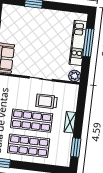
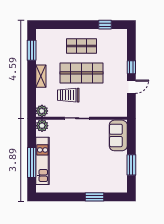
plant: (73, 90) -> (42, 111), added
trolley: (46, 101) -> (68, 95), turned 180
shop shelf: (29, 146) -> (82, 46), width x0.70, depth x0.74

